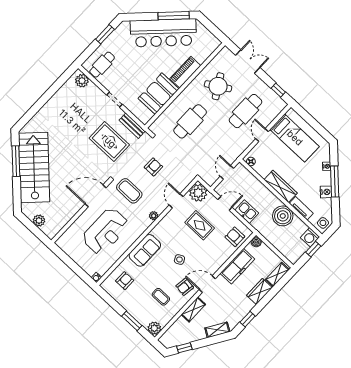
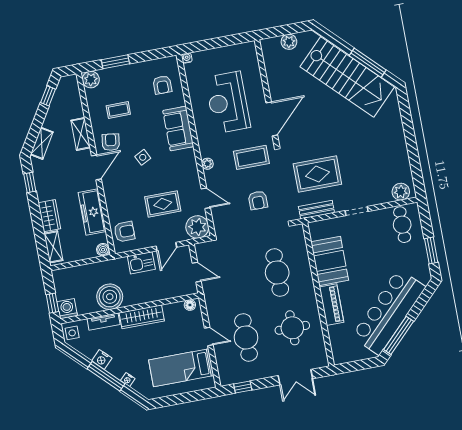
round table: (218, 86) -> (292, 328), turned 31

